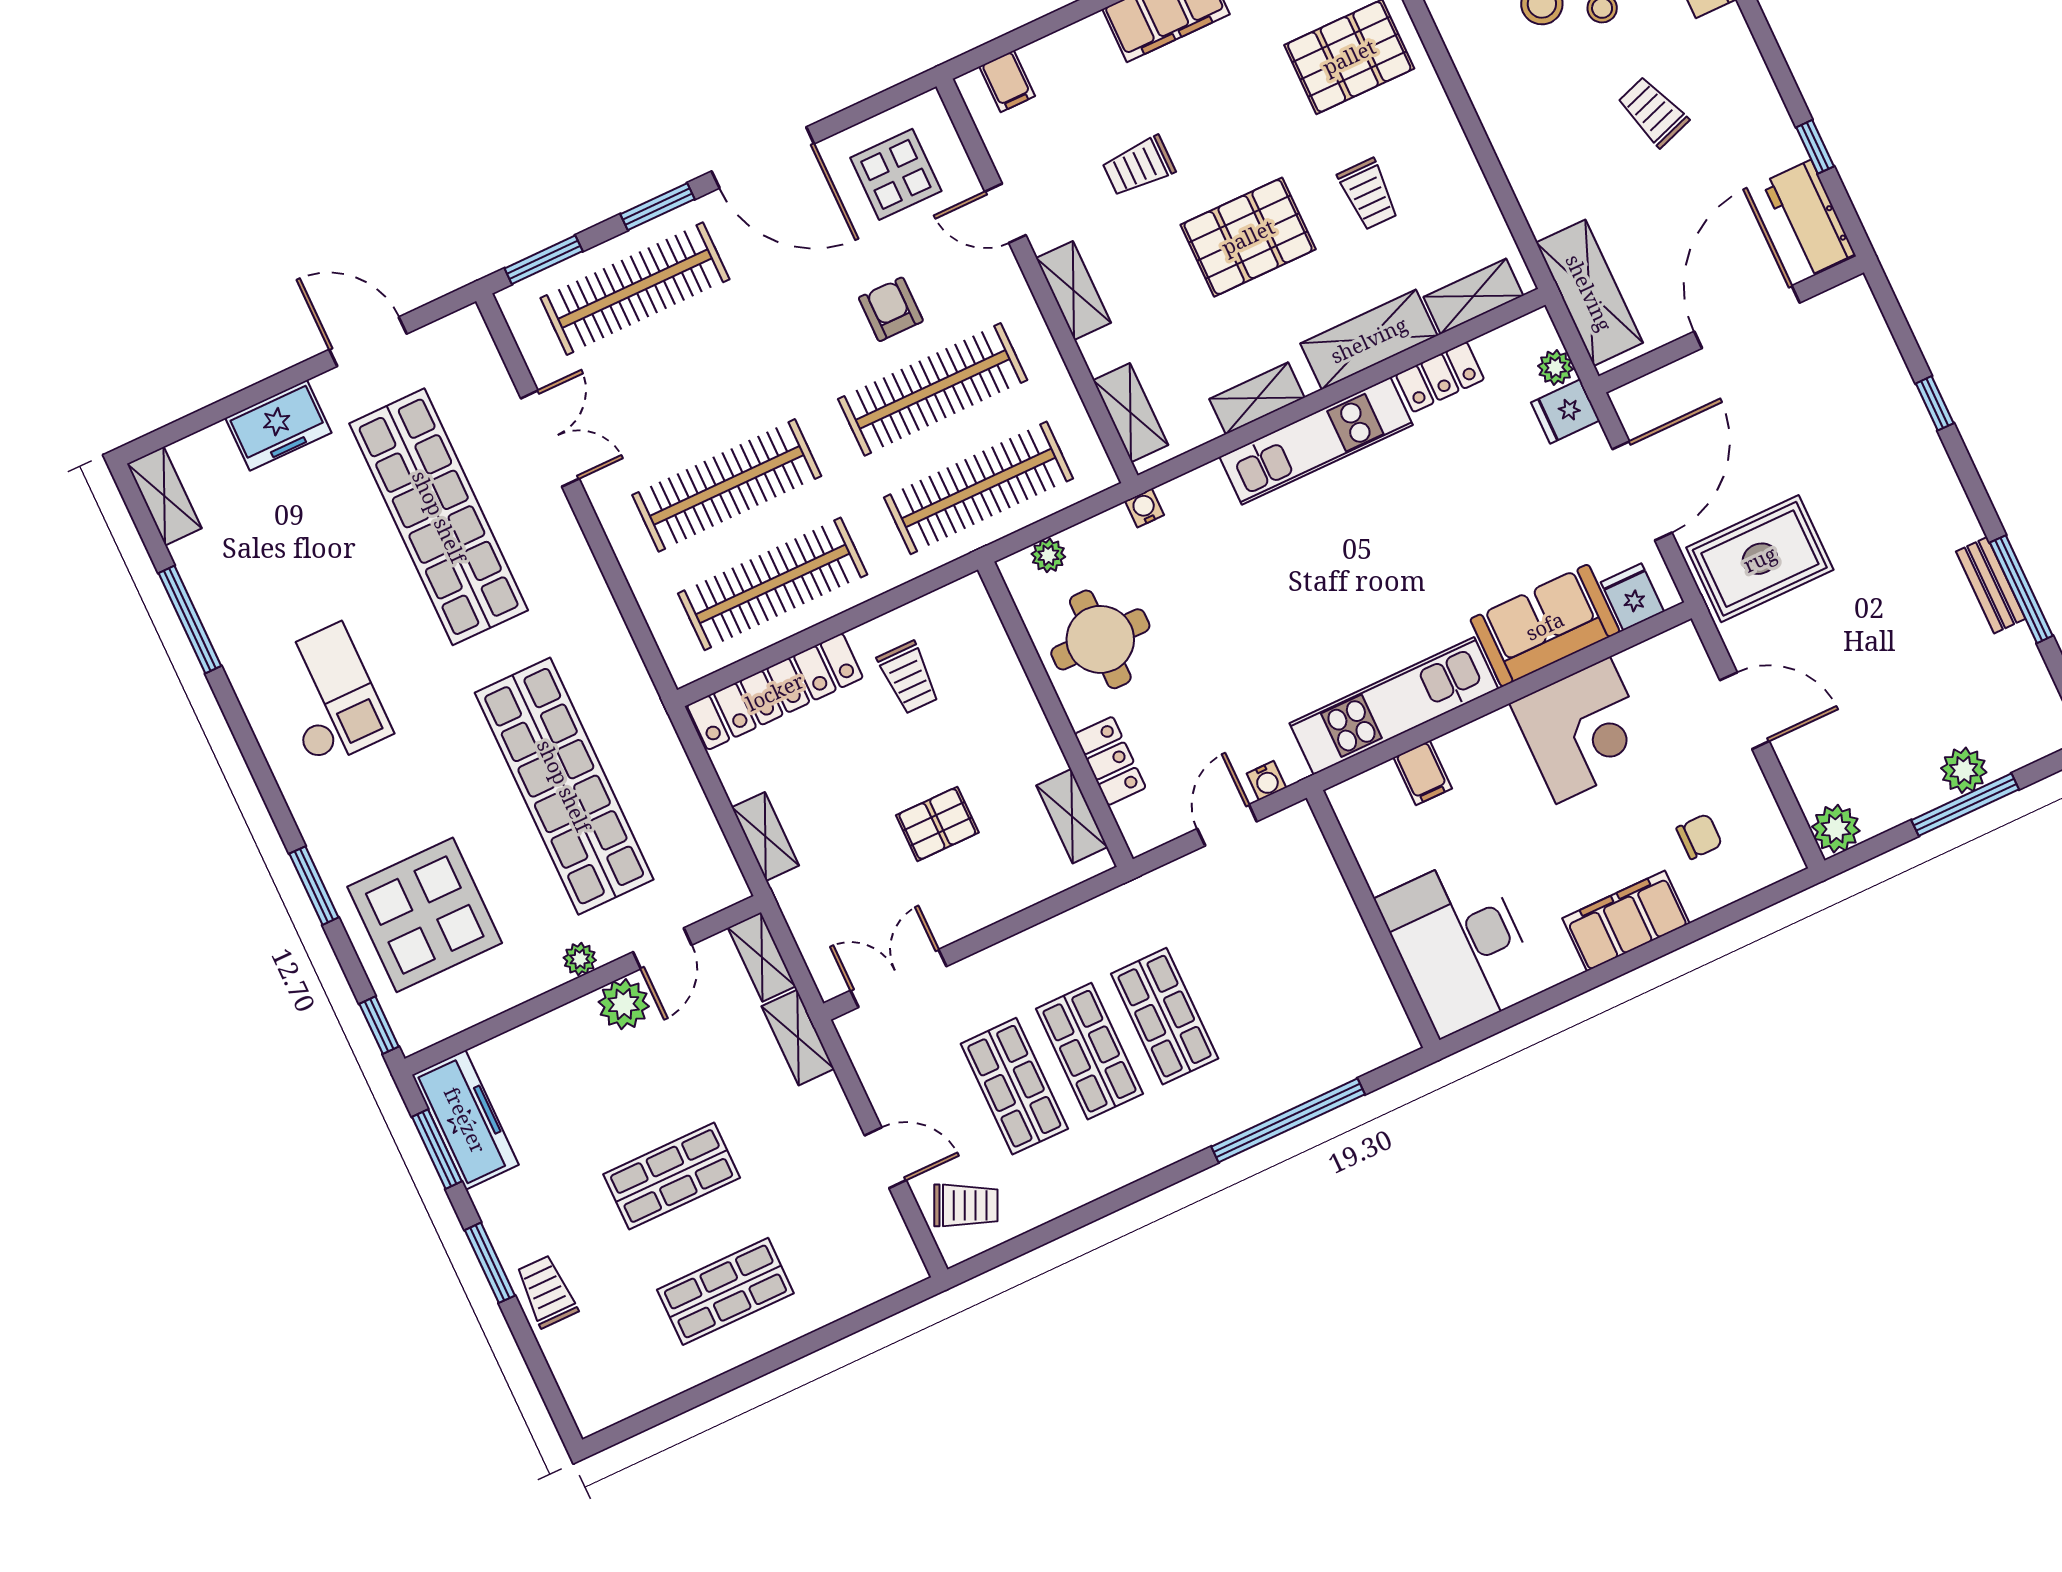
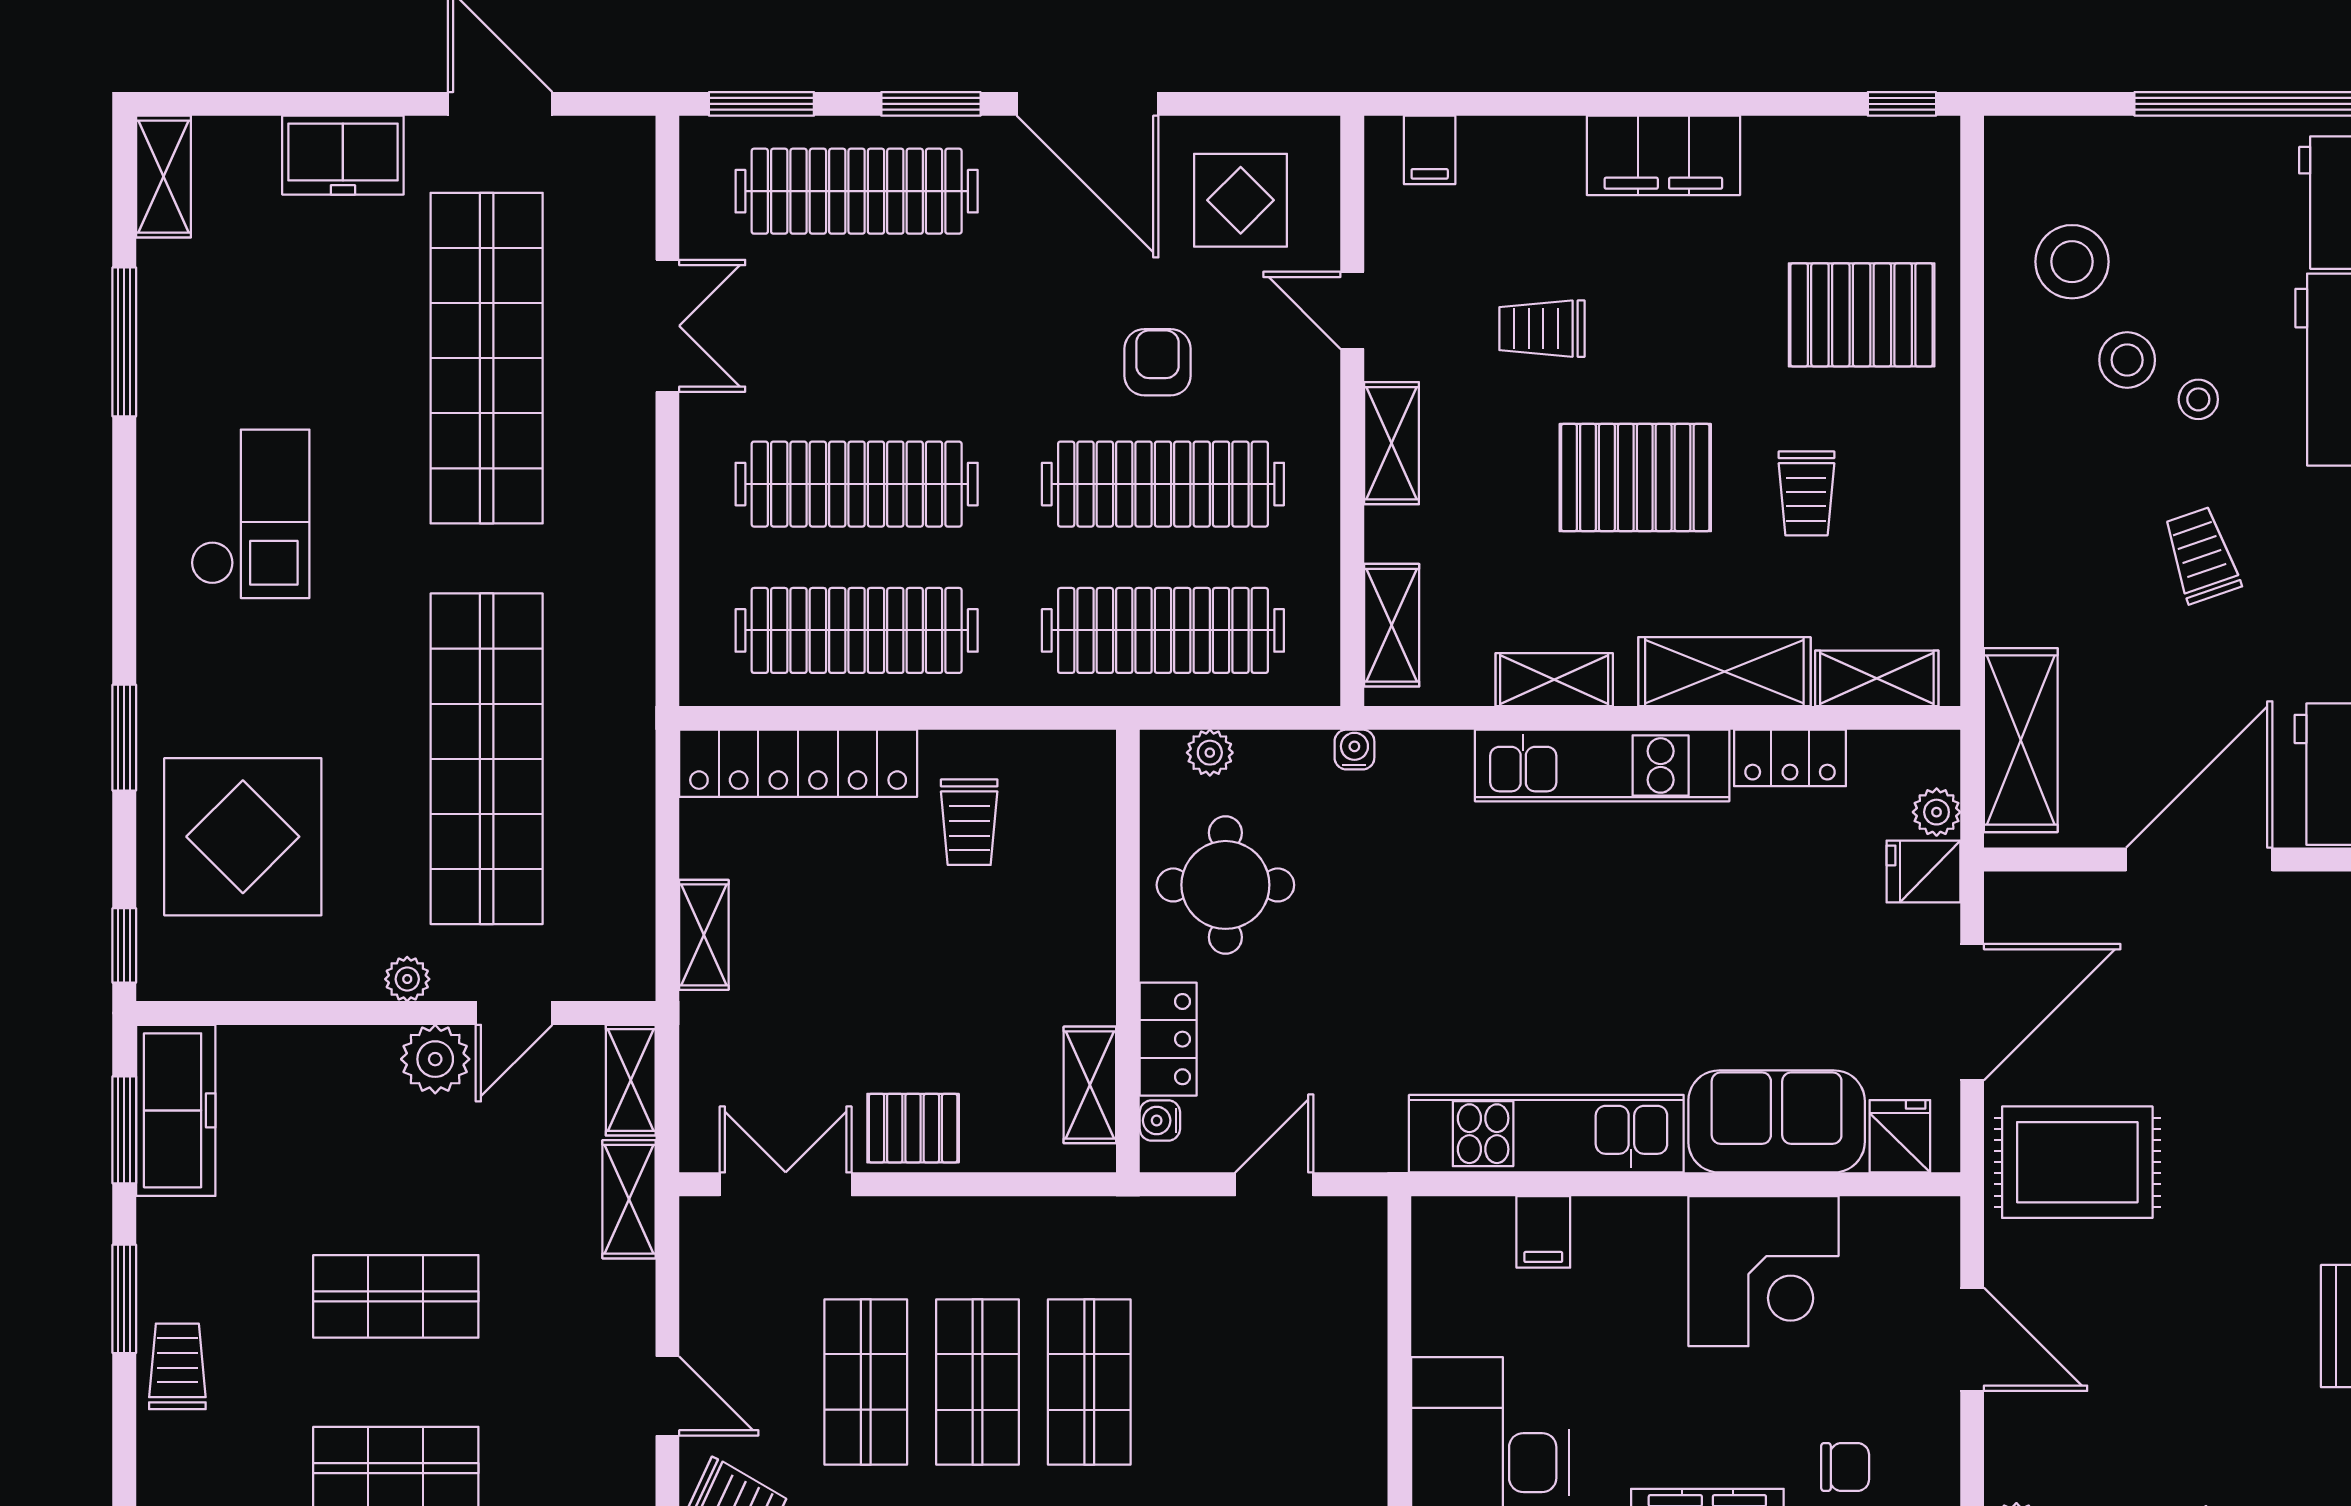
water cooler: (1266, 781) -> (1160, 1120), moved, turned 90
pallet: (937, 824) -> (913, 1128), moved

